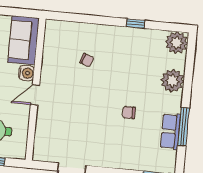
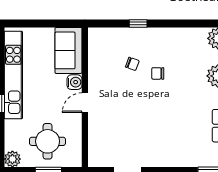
window: (136, 24) -> (138, 24), moved
chair: (129, 113) -> (158, 73), moved

